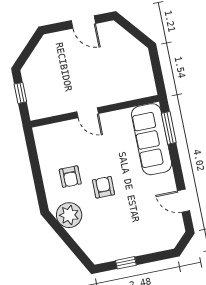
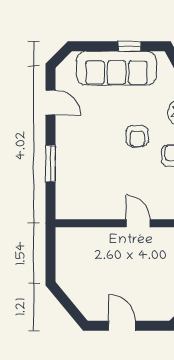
window: (169, 128) -> (51, 164), moved
sofa: (152, 139) -> (116, 68), moved, turned 90

